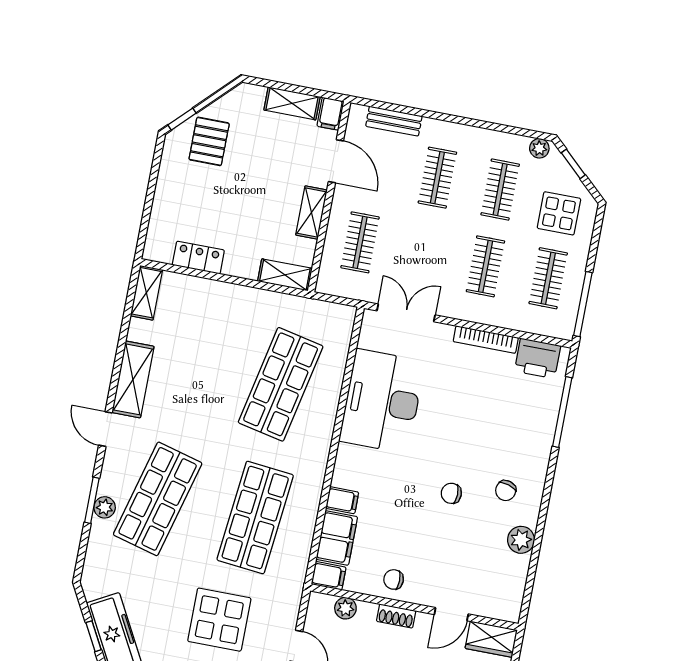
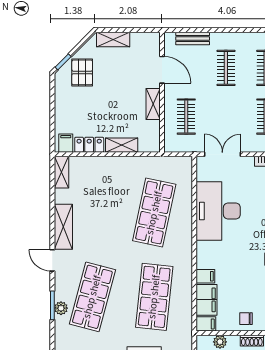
shelving: (292, 103) -> (113, 40), moved
filing cabinet: (330, 114) -> (66, 143), moved, turned 180
shelving: (285, 275) -> (122, 145), moved

